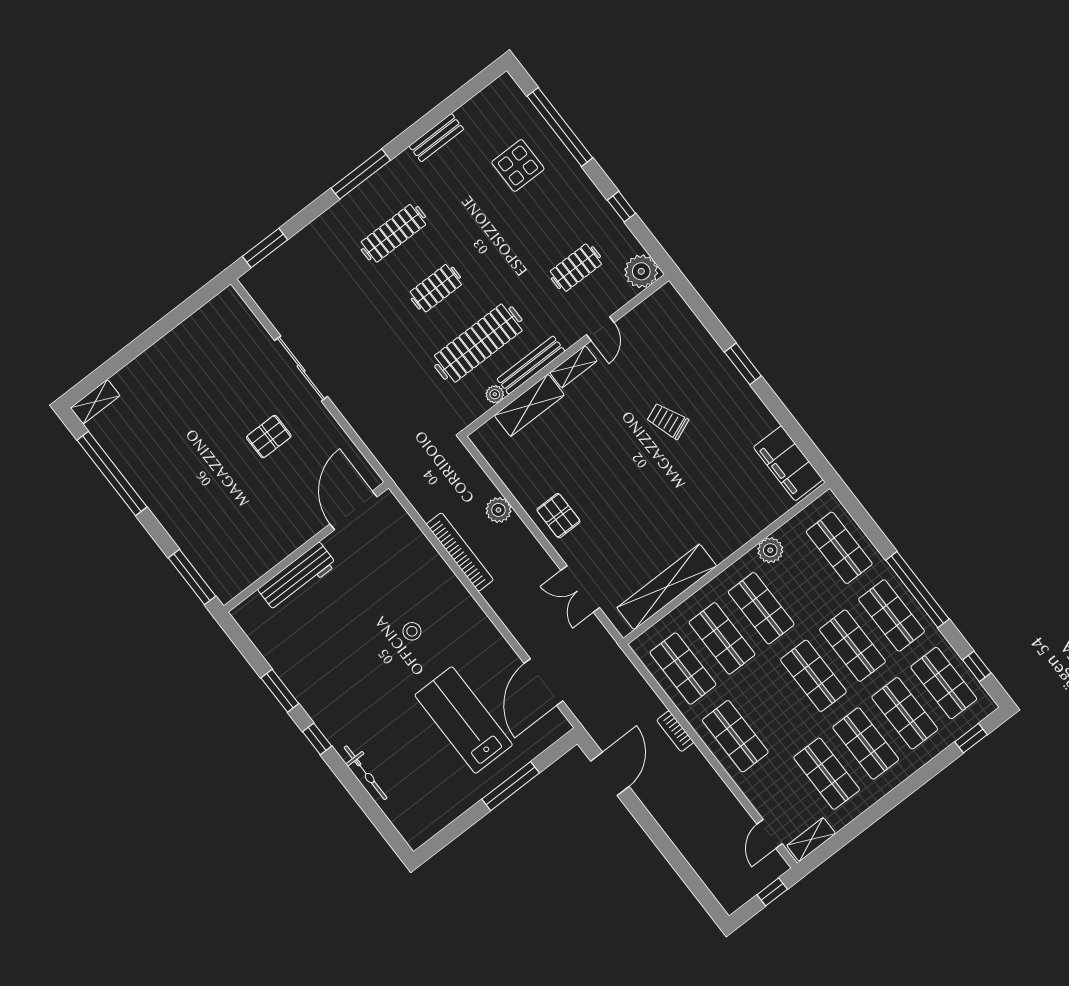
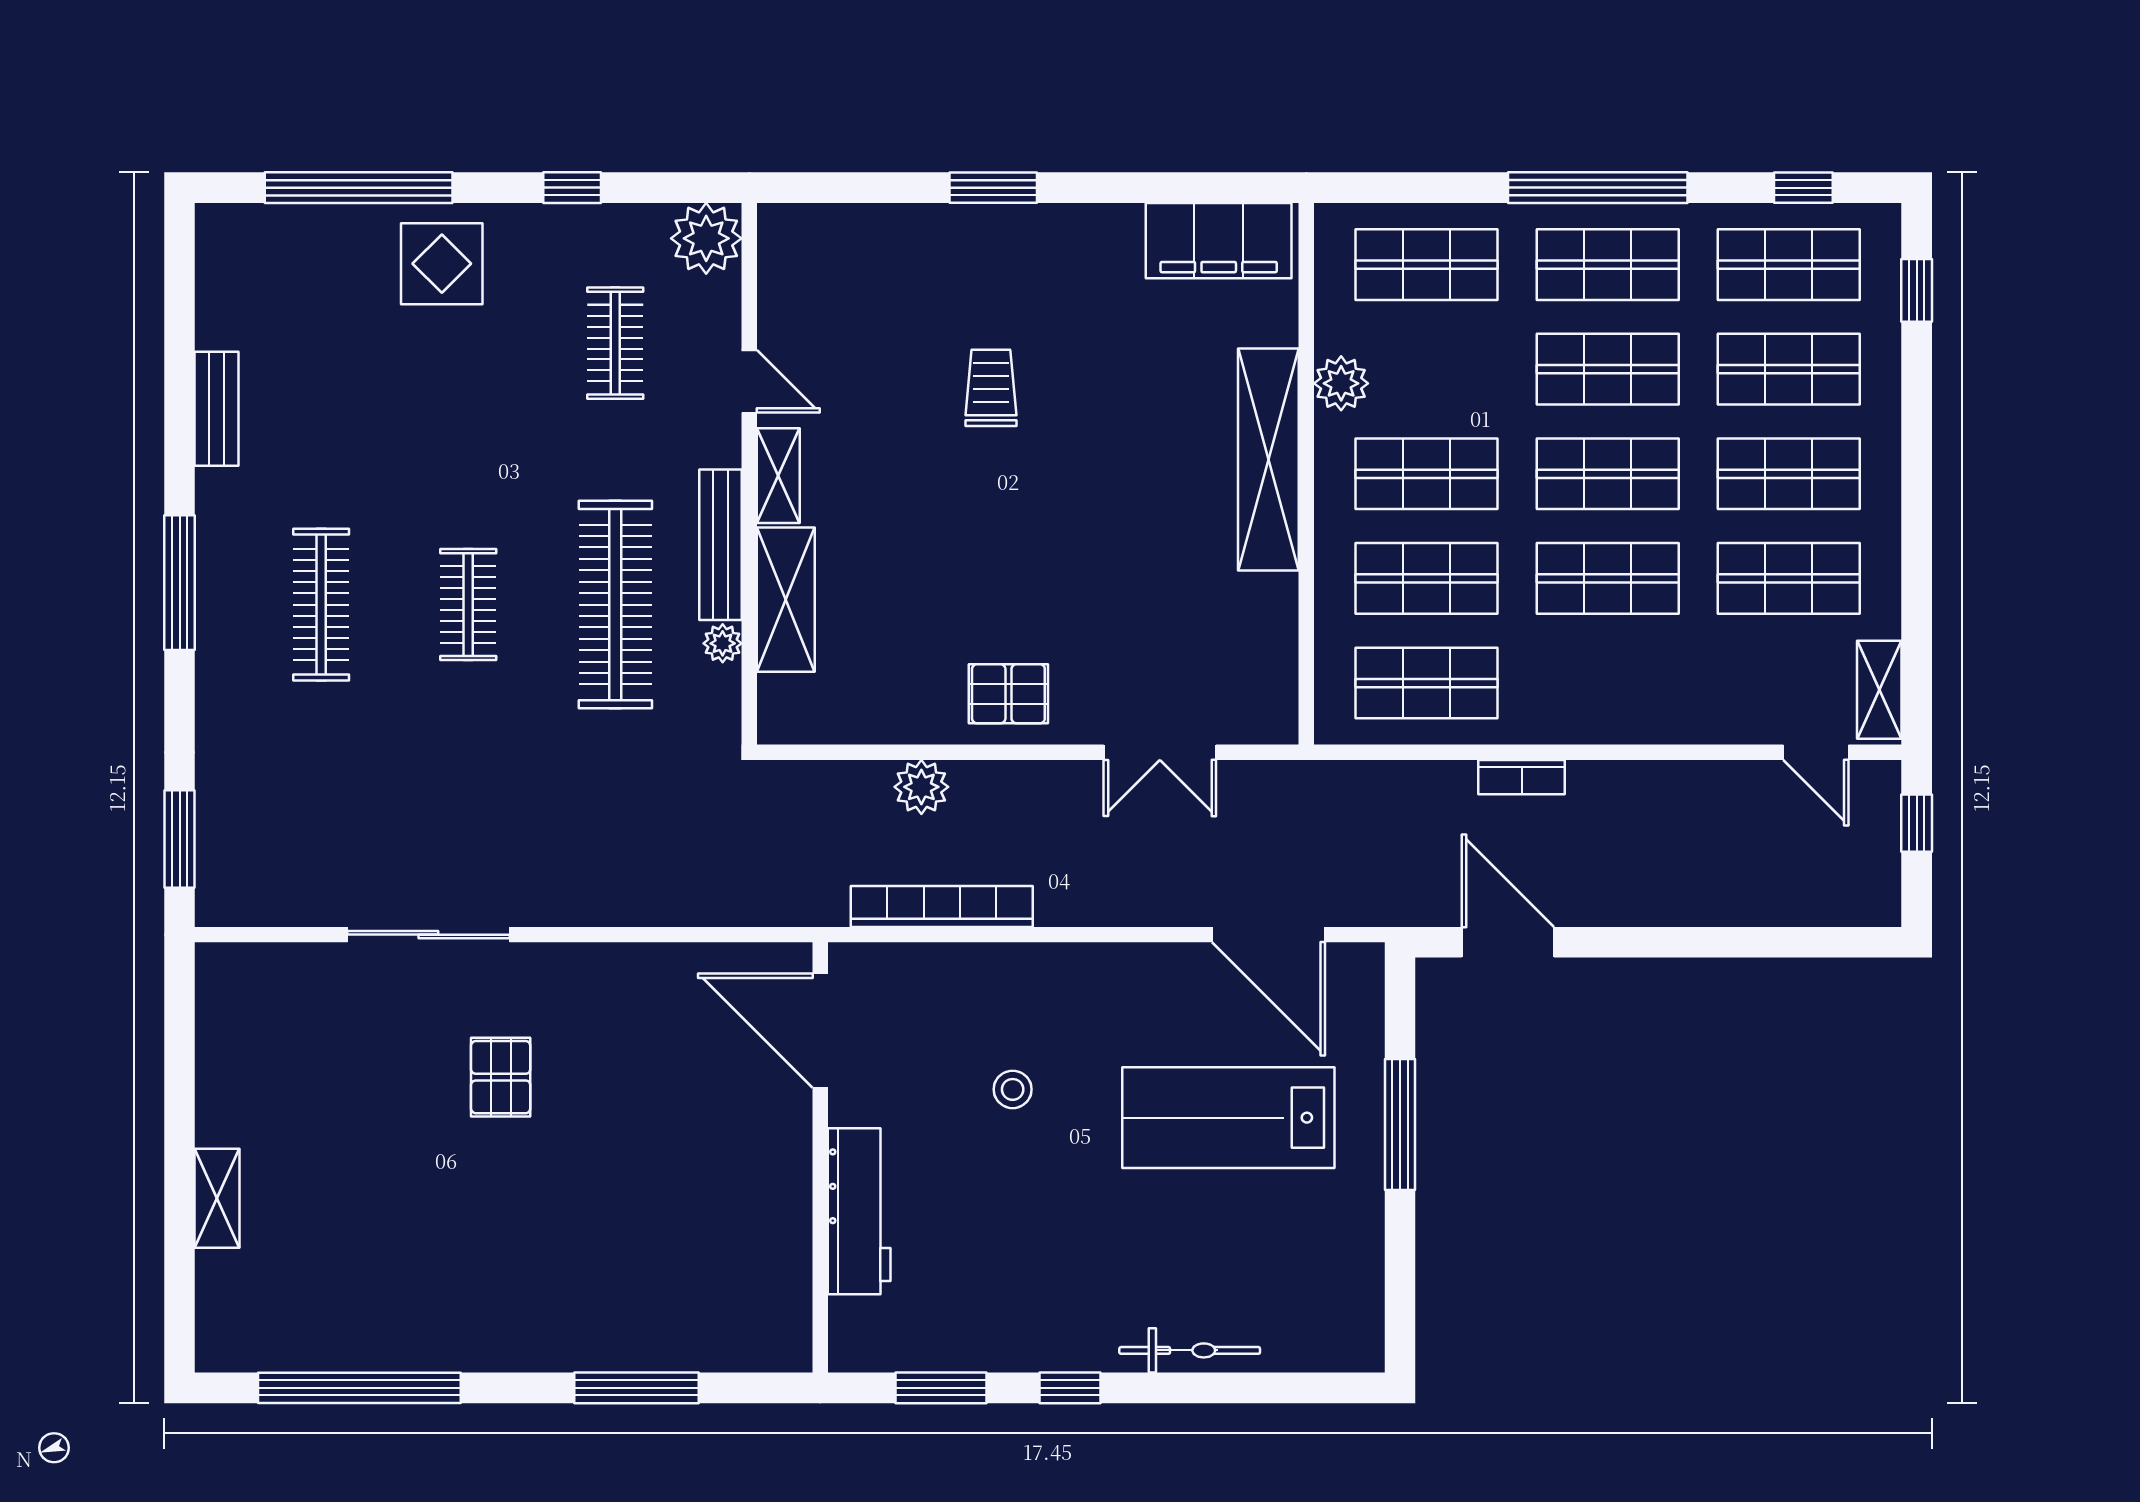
display table: (518, 166) -> (442, 264), moved
shelving: (95, 402) -> (217, 1198), moved
trolley: (668, 421) -> (991, 388), turned 112
door: (353, 510) -> (820, 1031), moved
wall: (306, 547) -> (820, 1157), moved
workbench: (297, 577) -> (859, 1211), moved
shelving: (667, 587) -> (1268, 459), moved
shop shelf: (735, 736) -> (1608, 578), moved

